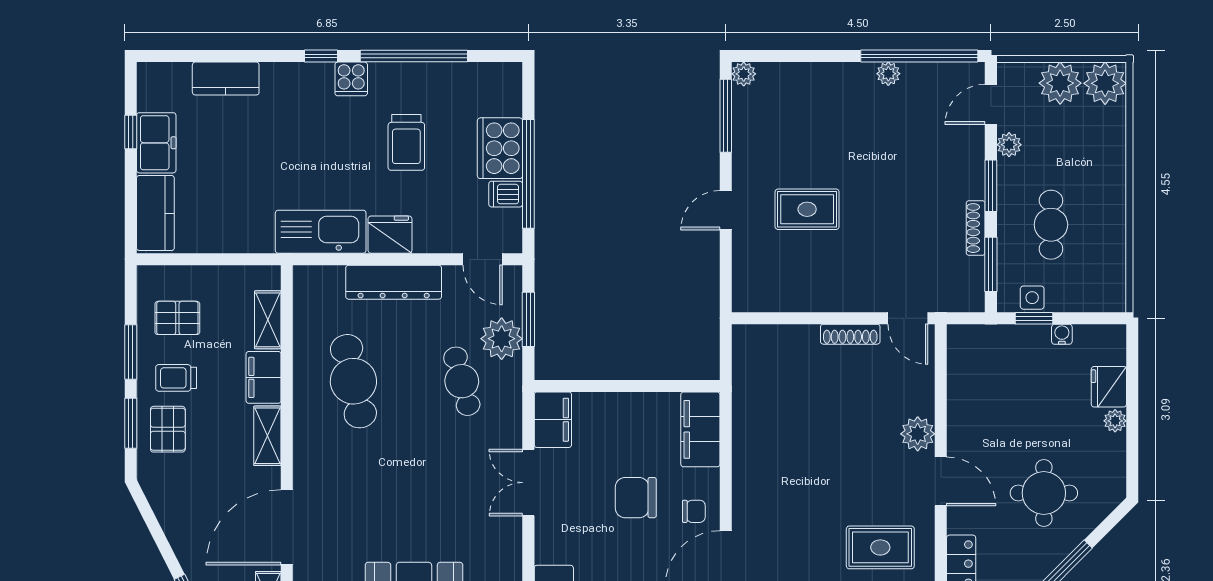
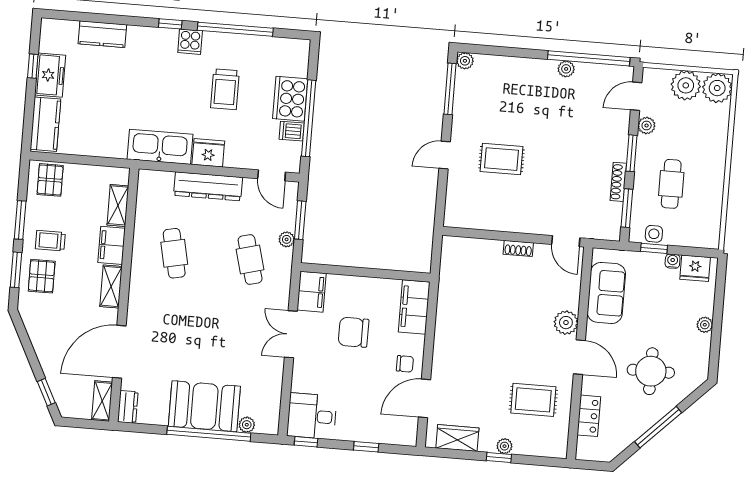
pallet: (177, 318) -> (50, 180), moved, turned 90
shoe rack: (850, 334) -> (518, 248), width x0.70
plant: (502, 339) -> (287, 239), width x0.53, depth x0.53
cafe table: (353, 381) -> (174, 253), width x0.73, depth x0.74
sofa: (971, 387) -> (606, 293), added
fridge: (1109, 387) -> (695, 268), moved, turned -90
chair: (636, 498) -> (354, 332), moved

